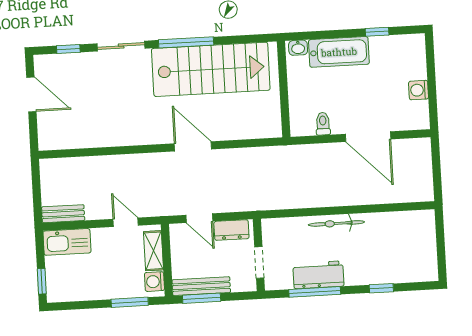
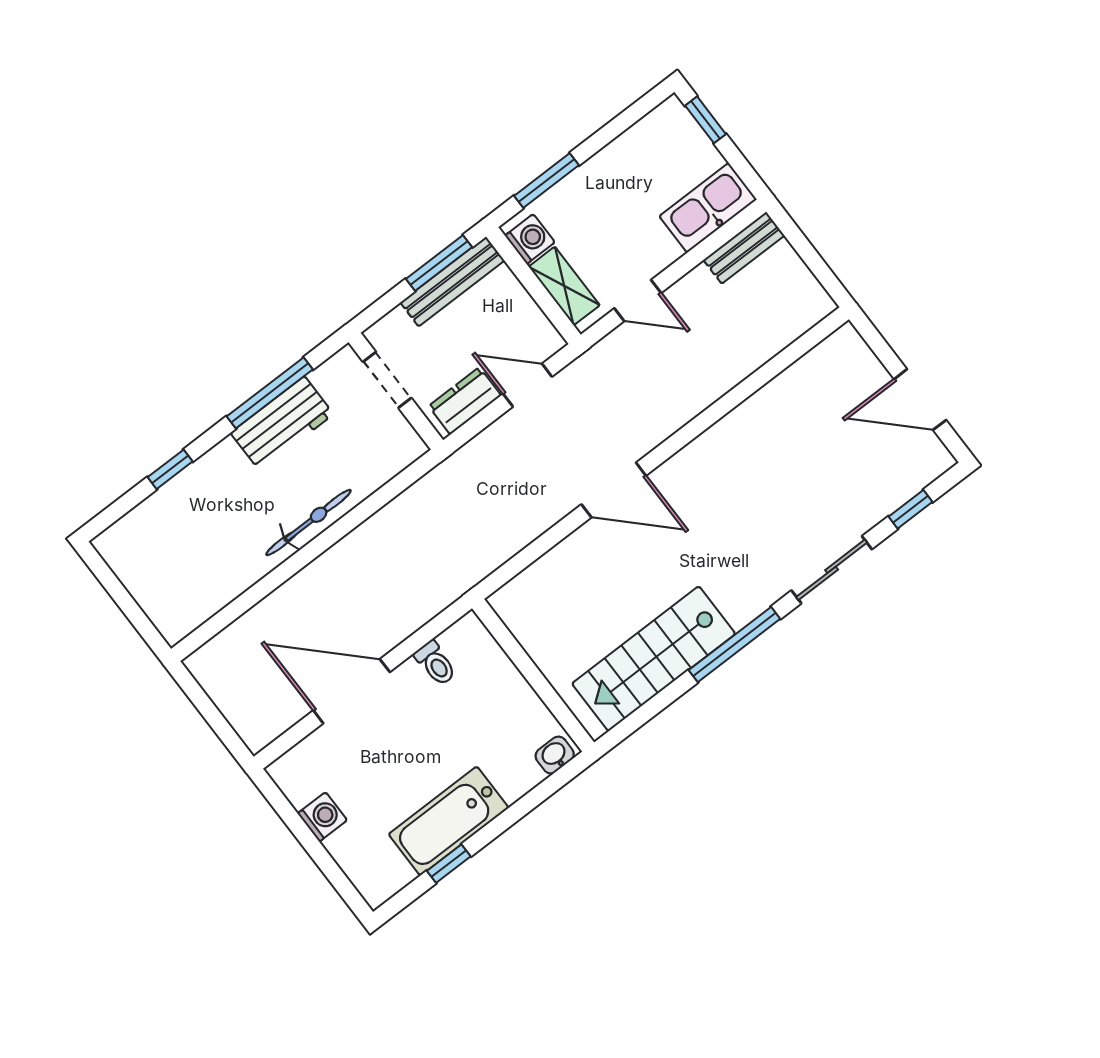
bathtub: (339, 52) -> (449, 821), moved
stairs: (211, 69) -> (654, 659), width x0.73, depth x0.66

